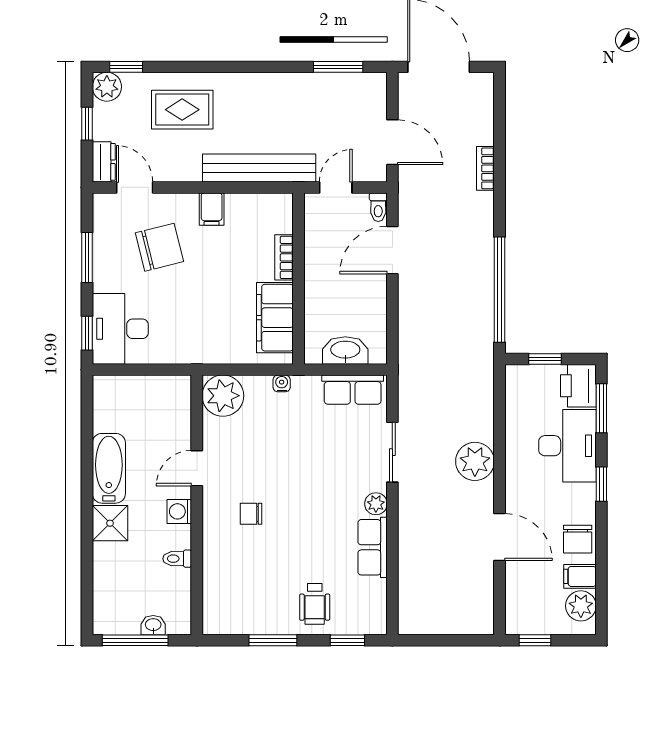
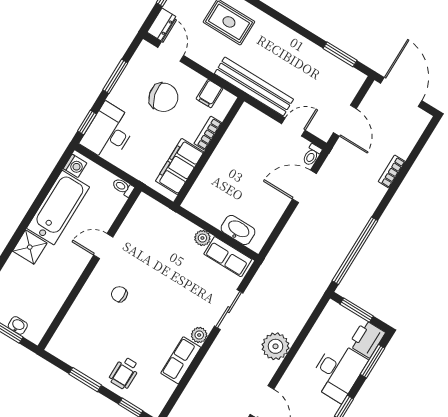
bookcase: (284, 257) -> (208, 133), moved
wall: (299, 279) -> (209, 152), moved
filing cabinet: (275, 318) -> (180, 167), moved
window: (545, 359) -> (357, 310), width x1.50
water cooler: (282, 383) -> (187, 226), removed
plant: (223, 396) -> (202, 238), moved, width x0.53, depth x0.53
bathtub: (109, 468) -> (58, 208), width x1.36, depth x1.36
washing machine: (179, 511) -> (75, 166), moved, turned 180
toilet: (177, 559) -> (123, 187), moved

